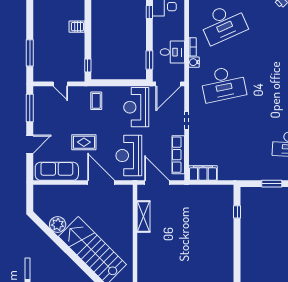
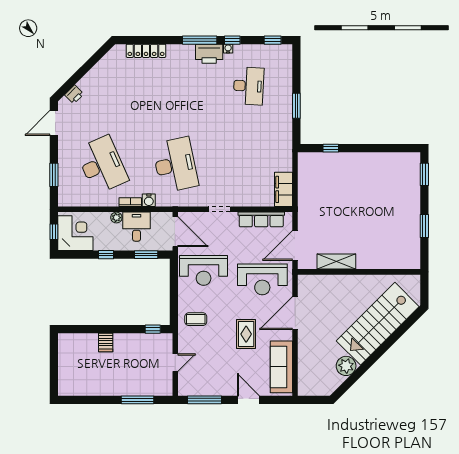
window: (149, 12) -> (106, 255), moved
plant: (180, 35) -> (116, 218), added

